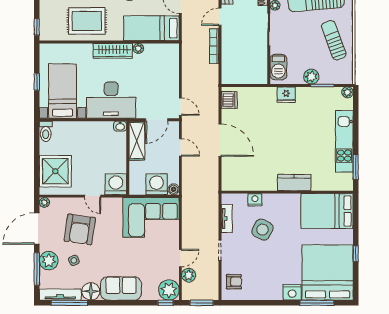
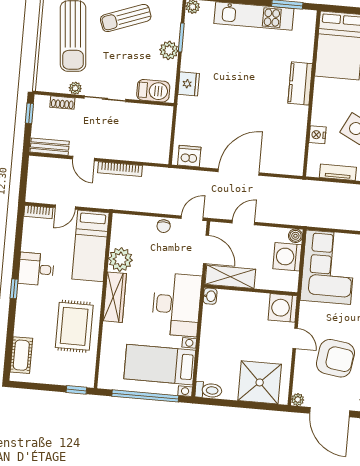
plant: (138, 48) -> (121, 259), width x1.87, depth x1.87
window: (37, 82) -> (145, 396), width x3.17
chair: (172, 85) -> (164, 226), added
door: (93, 196) -> (295, 338), hinge flipped

